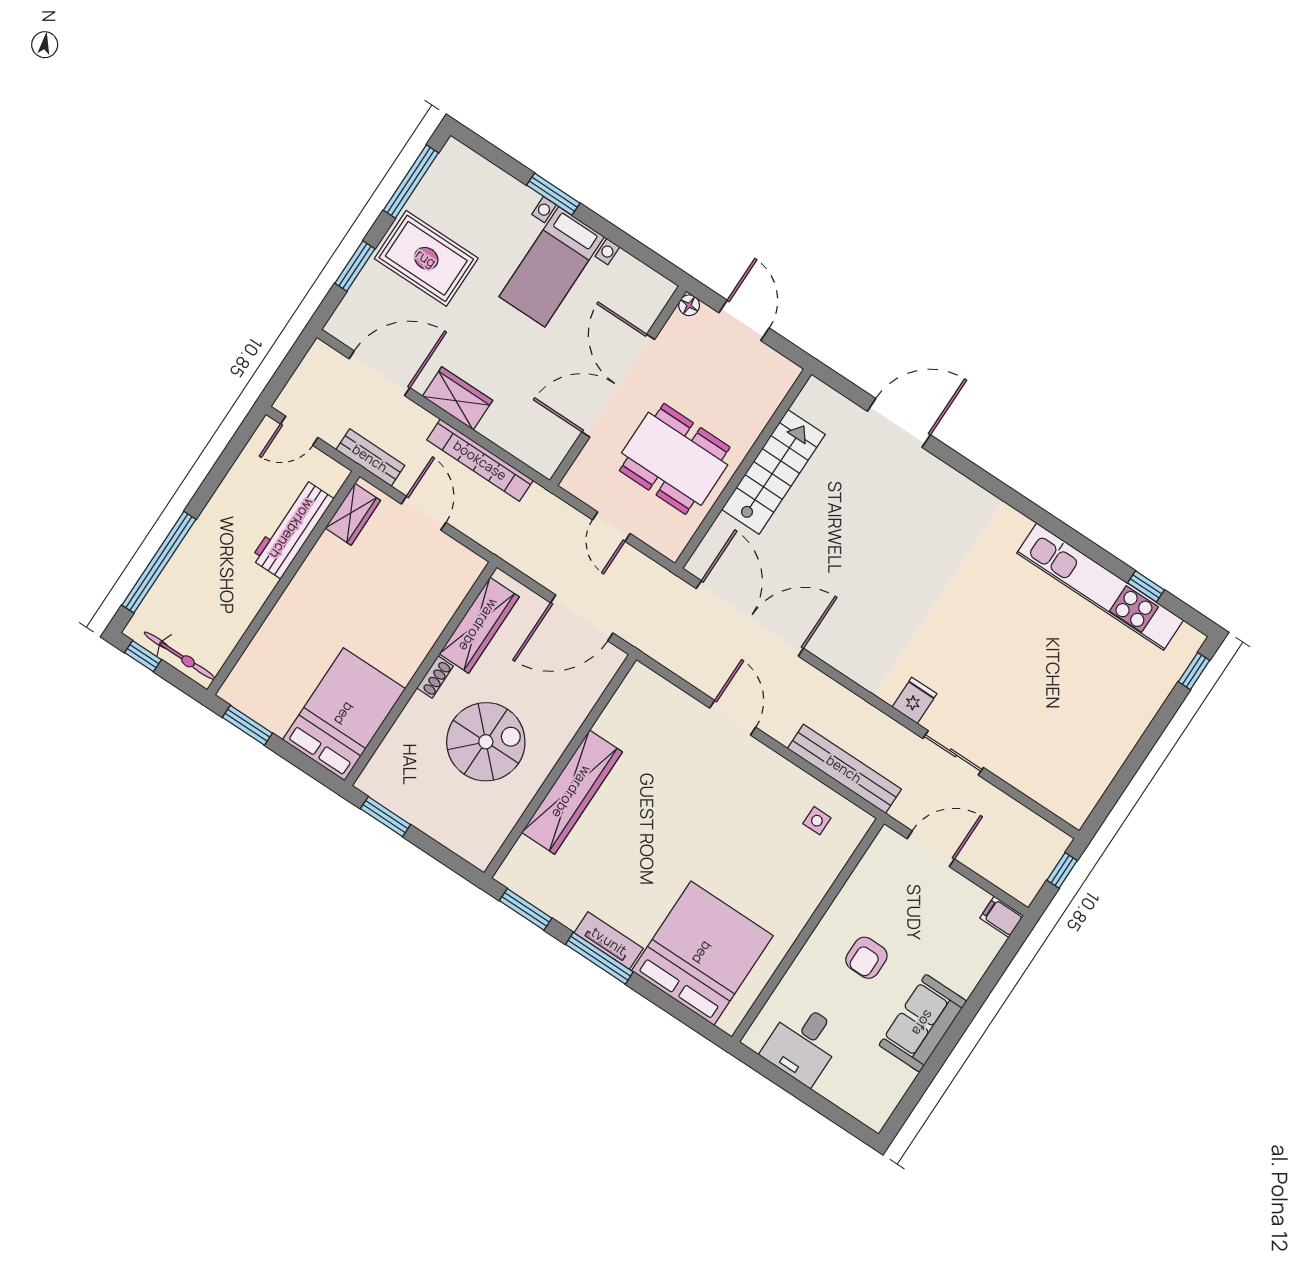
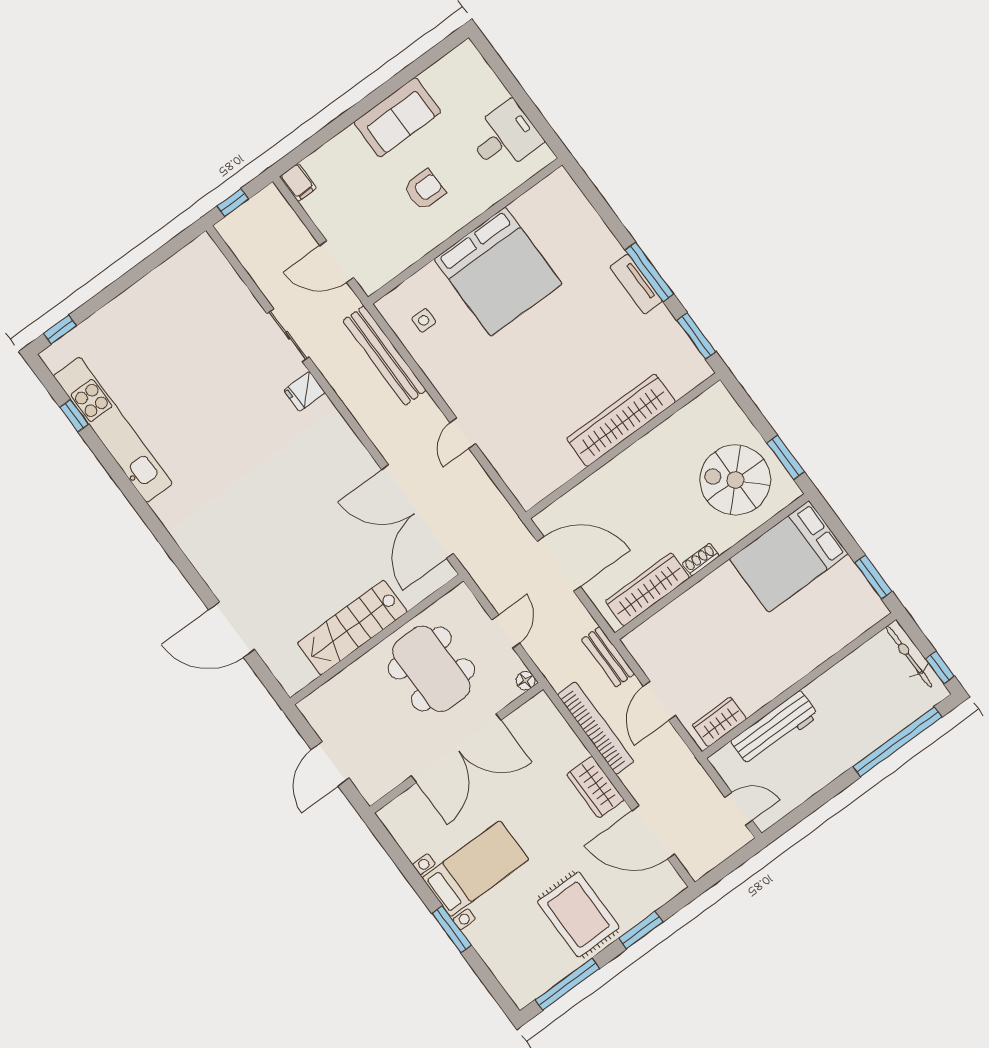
floor lamp: (689, 305) -> (526, 681), moved
bench: (370, 458) -> (608, 657), moved
door: (733, 718) -> (463, 433), width x0.73
spiral stairs: (486, 742) -> (735, 480), moved
bed: (702, 953) -> (498, 272), moved, turned -90

